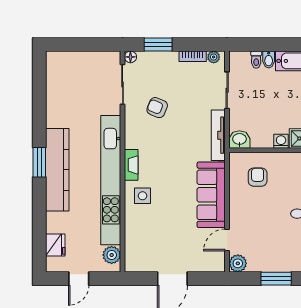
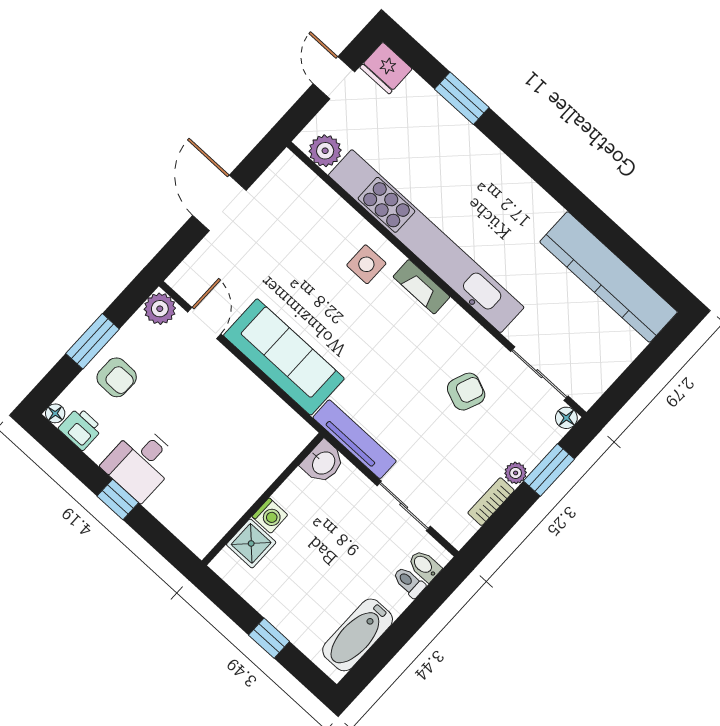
plant: (214, 57) -> (516, 473), moved
bidet: (269, 59) -> (425, 566), moved
window: (39, 162) -> (462, 98), moved
kitchen counter: (57, 170) -> (609, 277), moved
armchair: (258, 177) -> (117, 377), moved
fridge: (55, 245) -> (386, 68), moved

